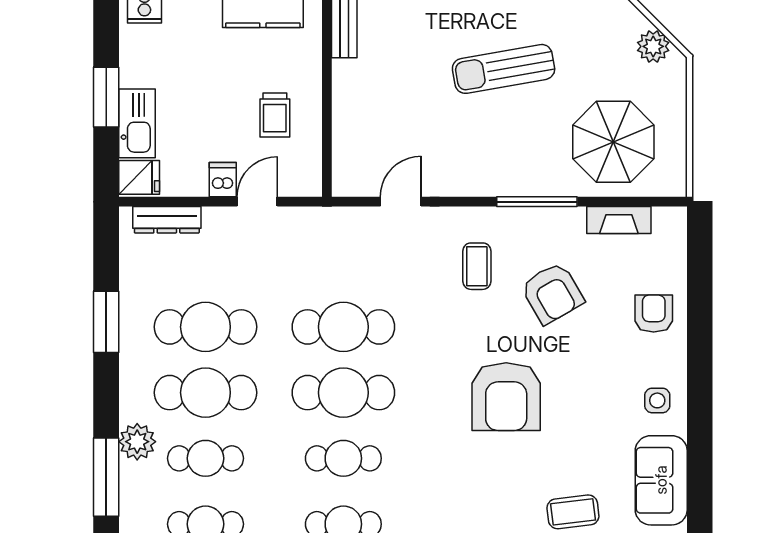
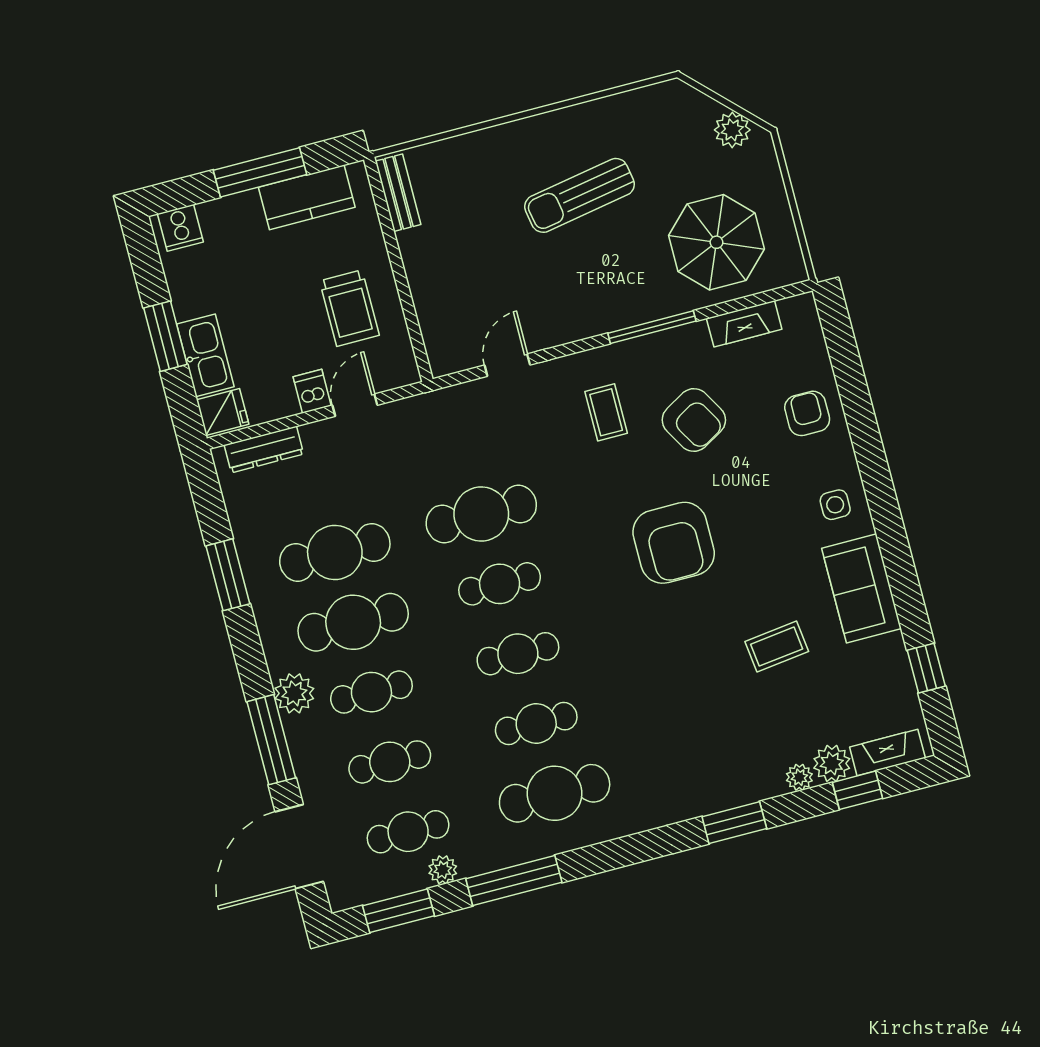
trolley: (275, 115) -> (349, 308), width x1.36, depth x1.39
cafe table: (343, 393) -> (500, 584), width x0.73, depth x0.74

